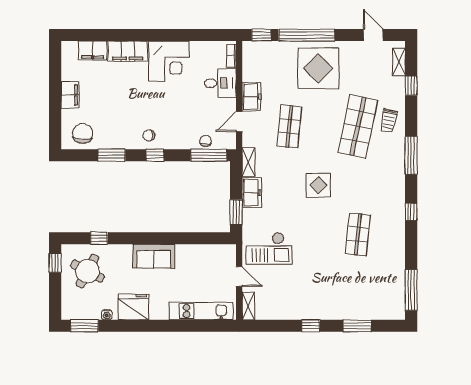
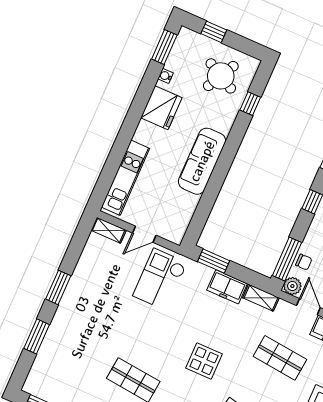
plant: (228, 142) -> (292, 286), added
sofa: (154, 256) -> (202, 161), width x1.36
window: (55, 263) -> (214, 32), moved
window: (311, 326) -> (58, 287), width x1.50

